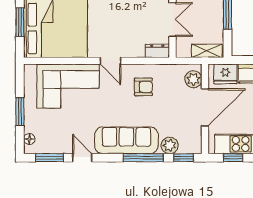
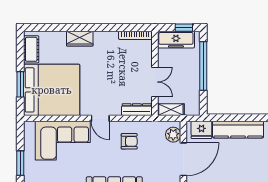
dresser: (157, 51) -> (137, 110), width x1.44
shelving: (207, 51) -> (171, 110), moved

